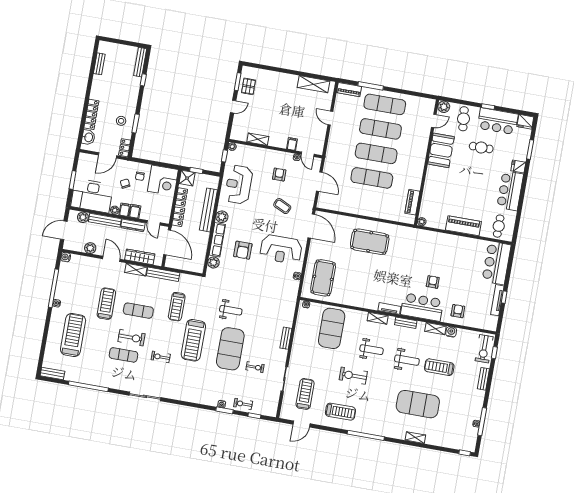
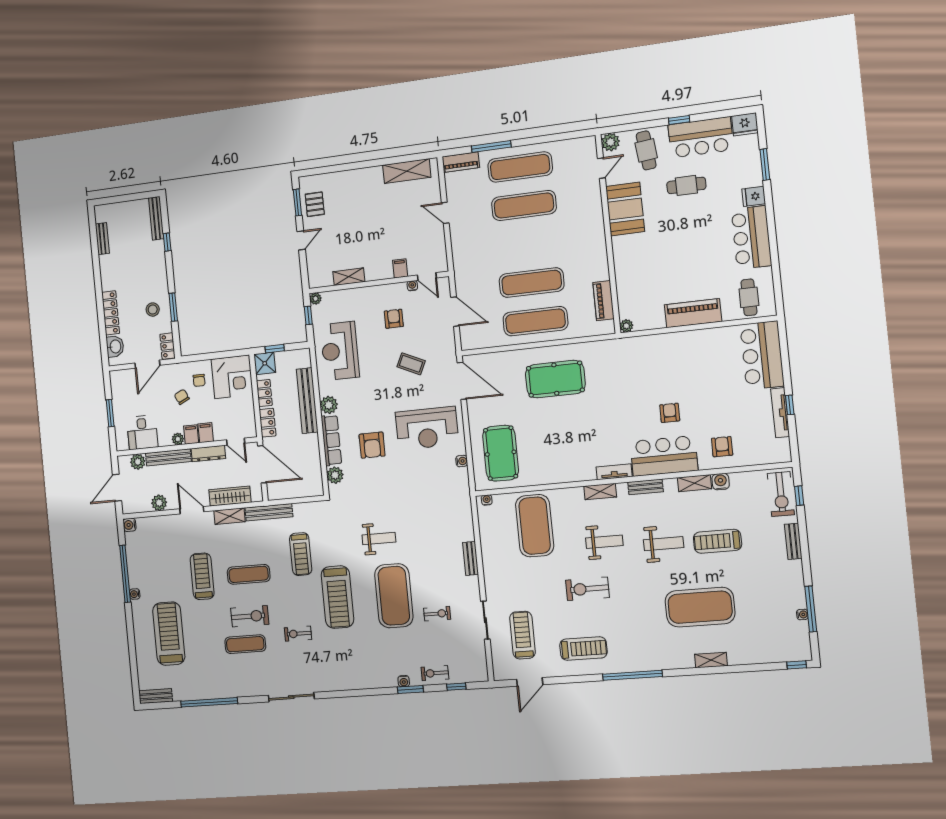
exercise mat: (376, 153) -> (535, 321), moved
desk: (92, 196) -> (142, 432), width x0.53, depth x0.77

